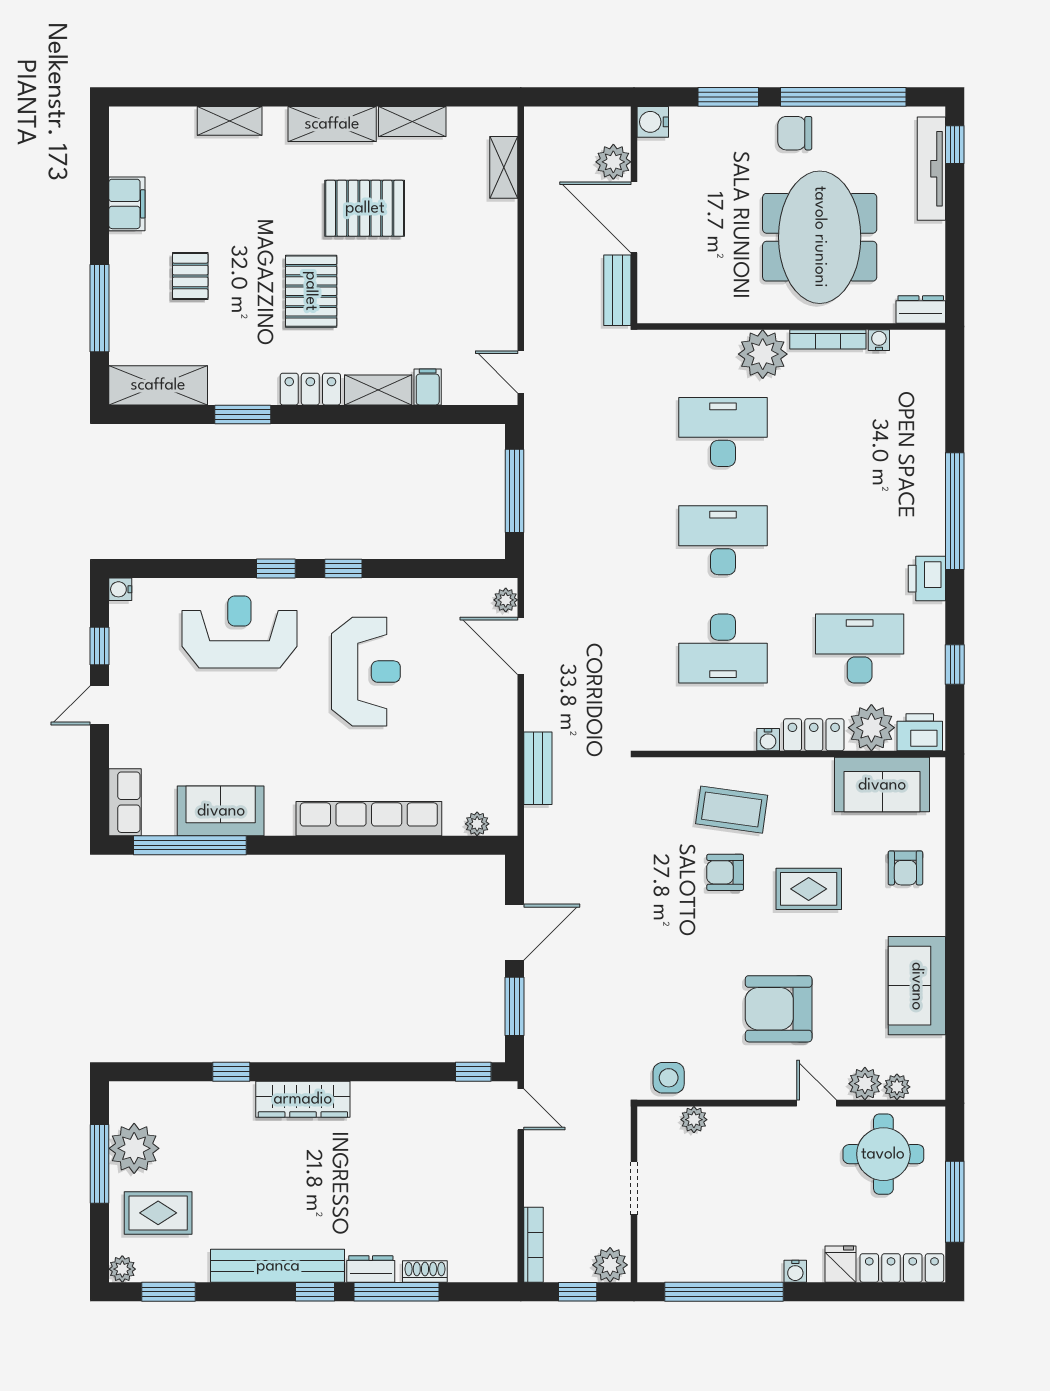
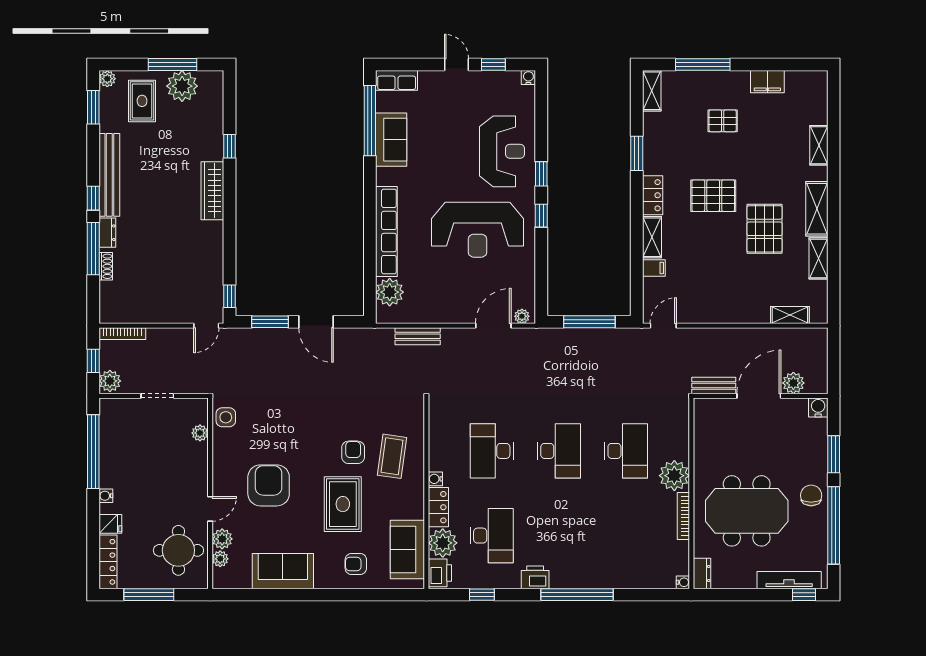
water cooler: (879, 340) -> (683, 582), moved
shelving: (158, 385) -> (652, 91), width x0.67, depth x0.75
reception desk: (366, 672) -> (477, 230), width x1.36, depth x1.30
plant: (477, 824) -> (390, 292), width x1.87, depth x1.87
rug: (809, 889) -> (343, 504), width x1.36, depth x1.43

